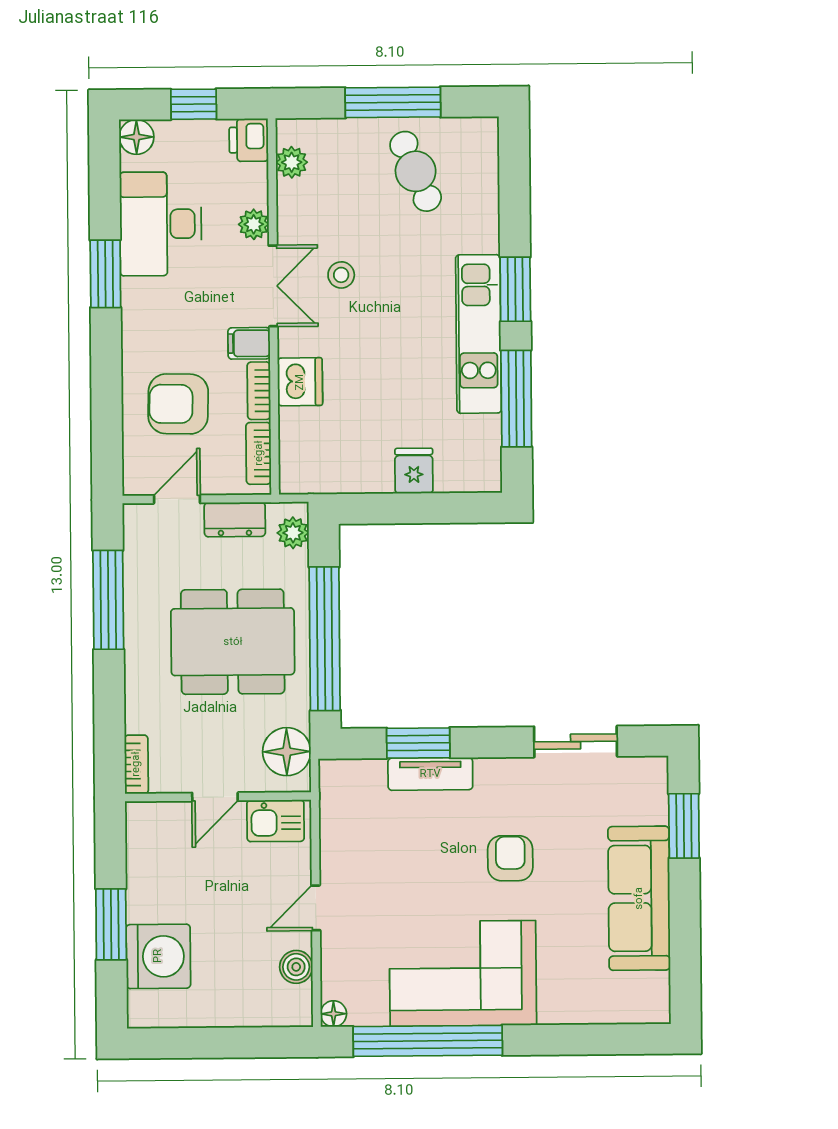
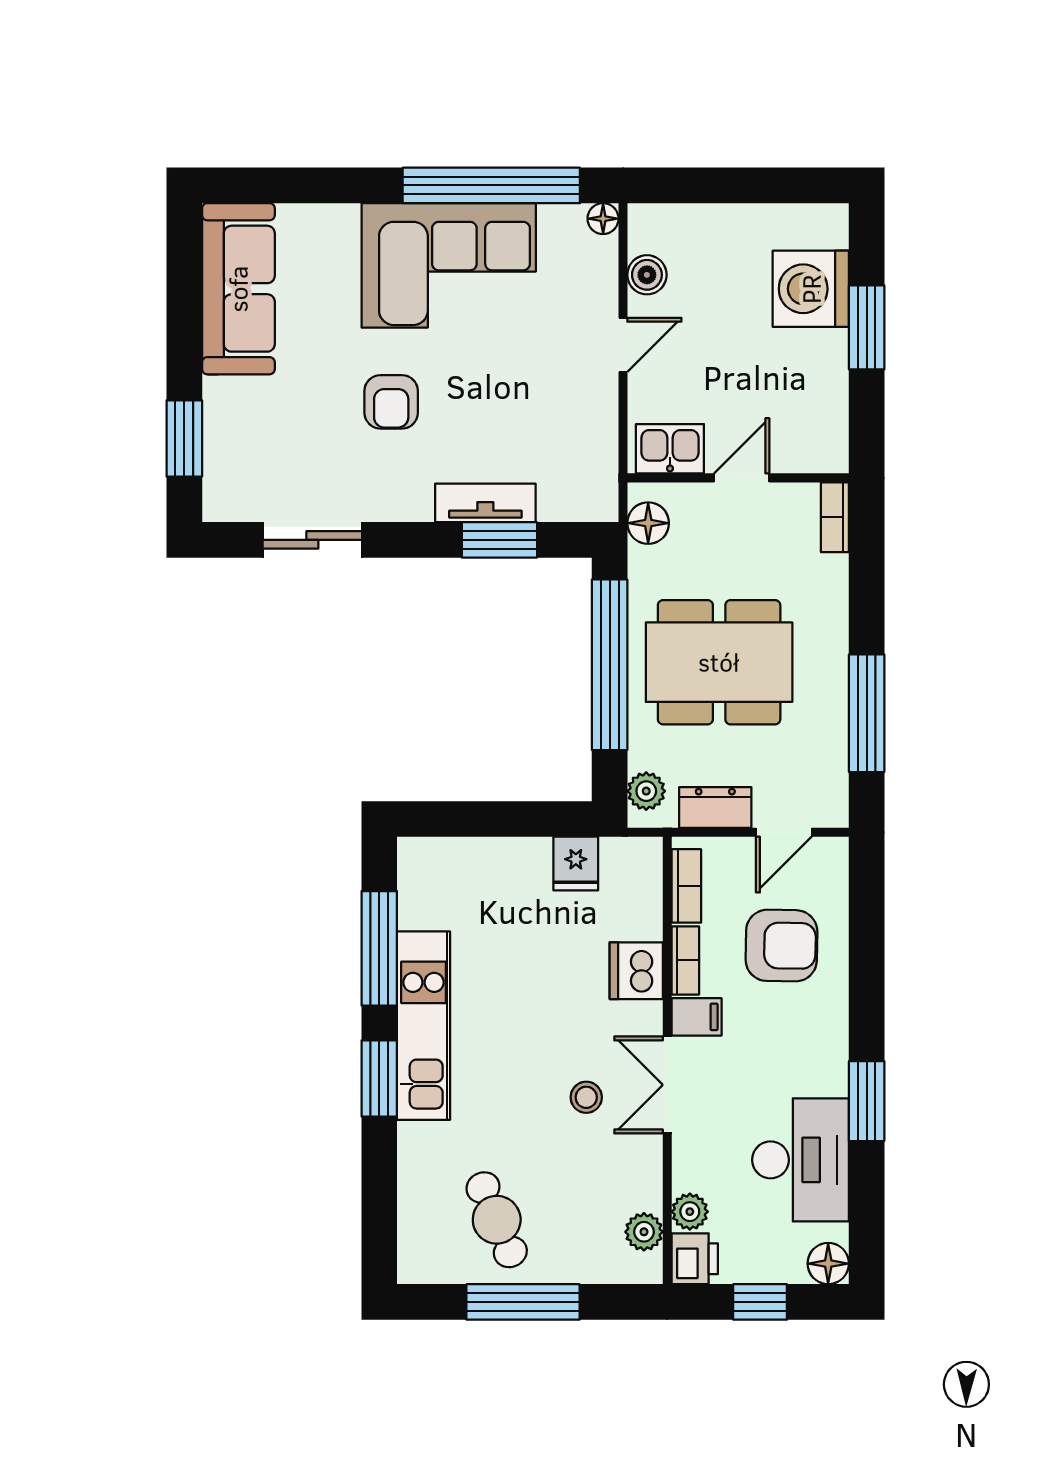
plant: (254, 224) -> (690, 1212), moved
fridge: (414, 471) -> (576, 864), moved
floor lamp: (287, 752) -> (648, 523), width x0.73, depth x0.73
sofa: (639, 898) -> (238, 289), moved

